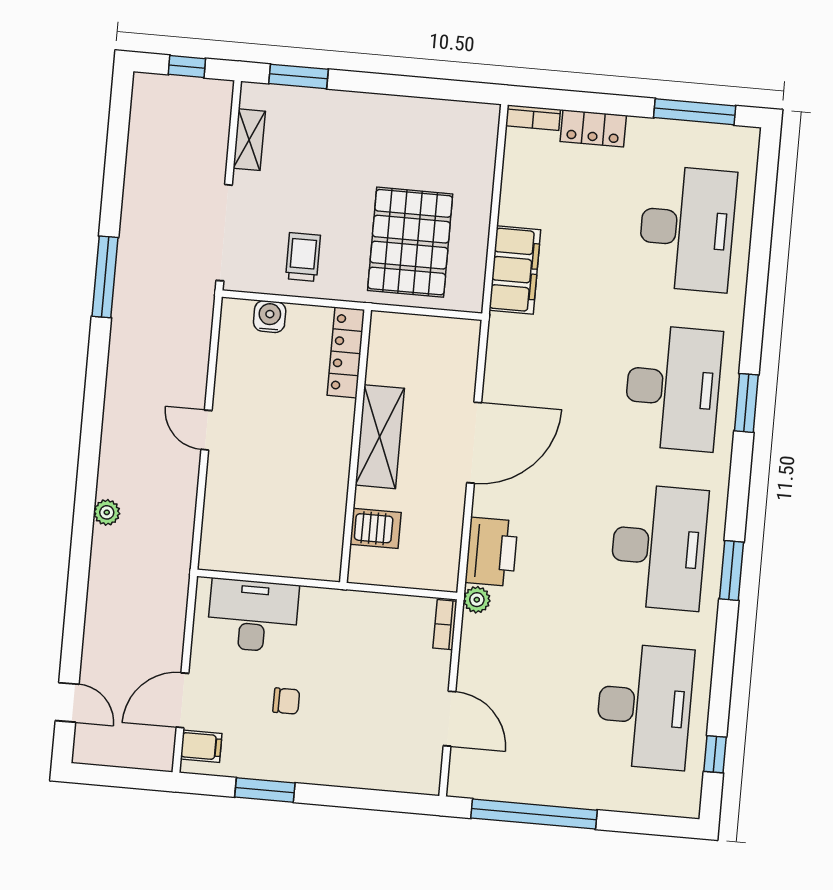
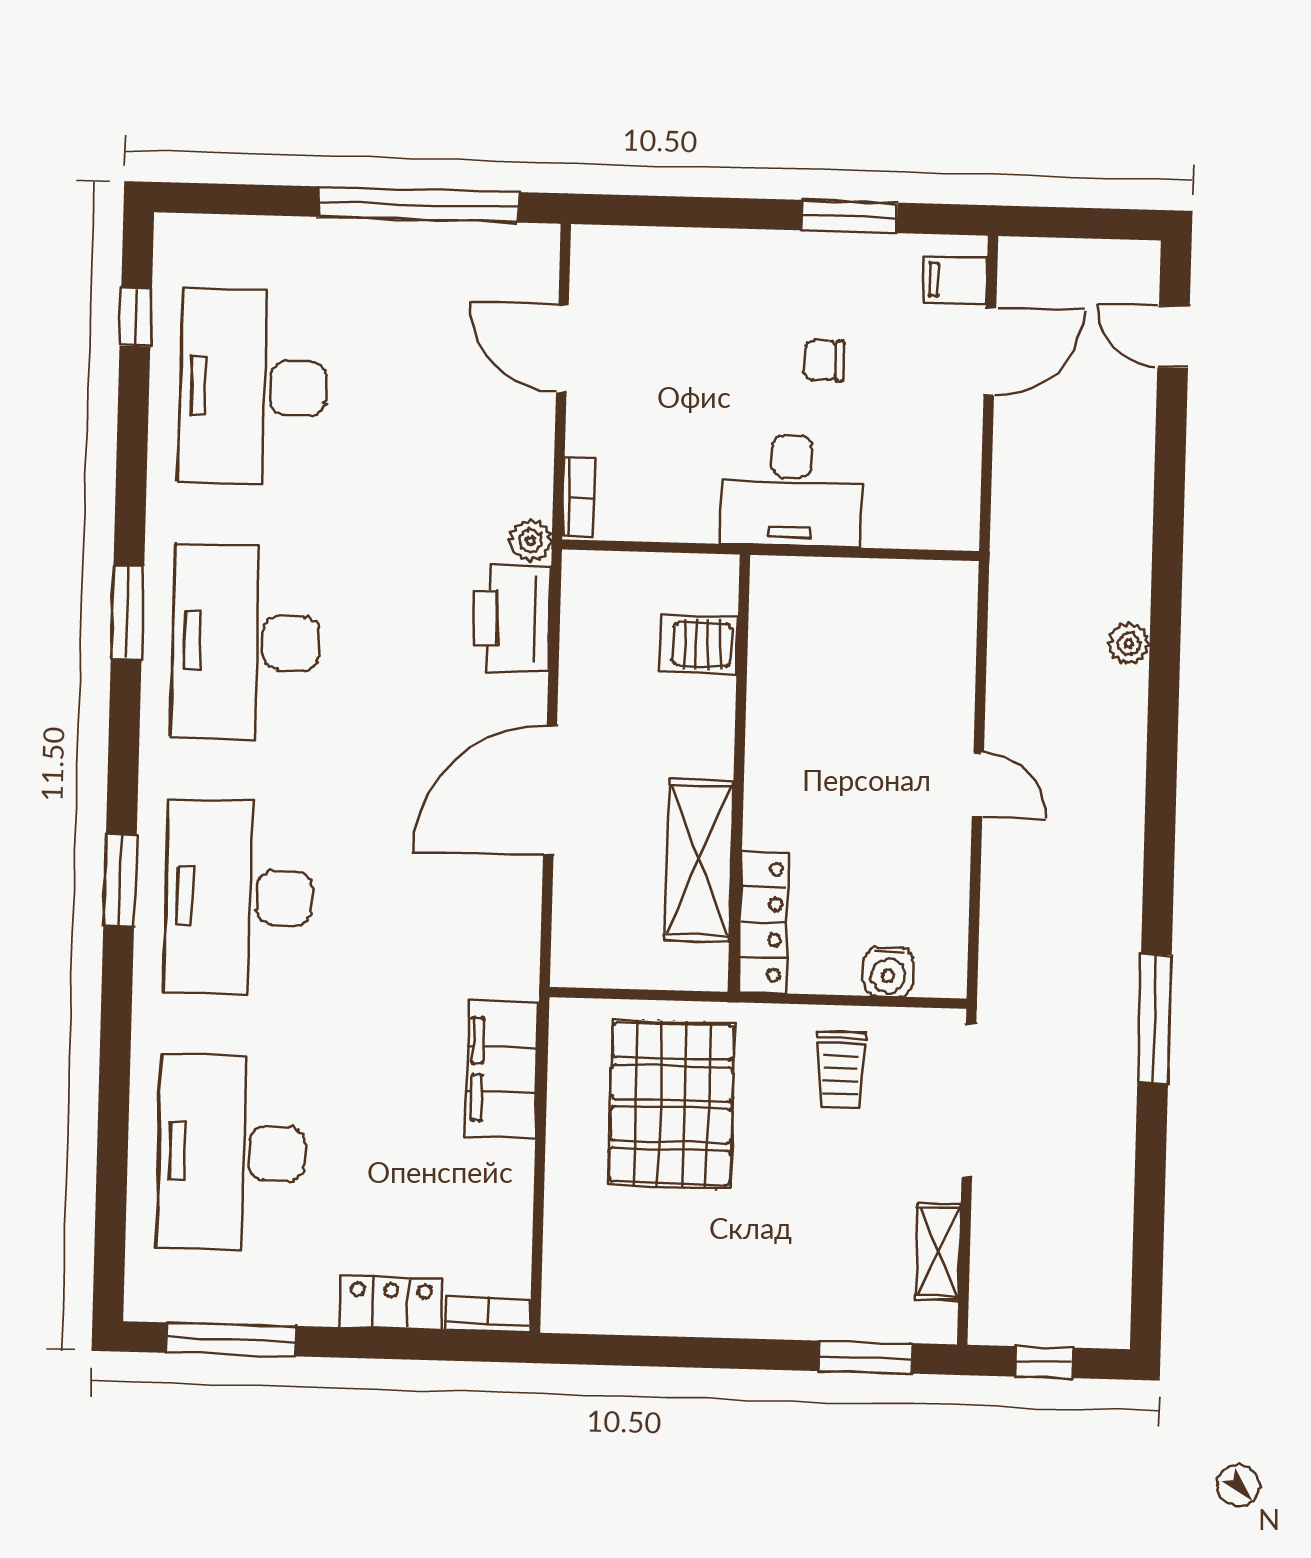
shelving: (380, 437) -> (699, 860), moved
desk: (253, 616) -> (791, 491), moved

